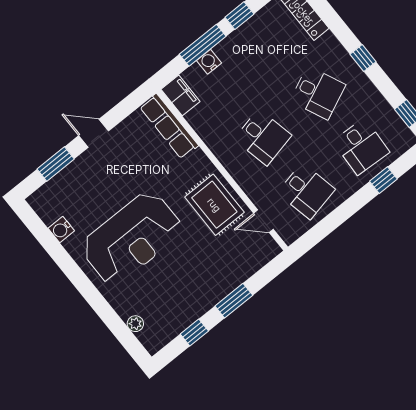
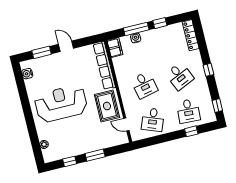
row of seats: (169, 126) -> (104, 66), width x1.36
desk: (306, 191) -> (153, 120), turned 33
water cooler: (61, 229) -> (27, 74), moved
reception desk: (132, 238) -> (61, 104), turned 180

